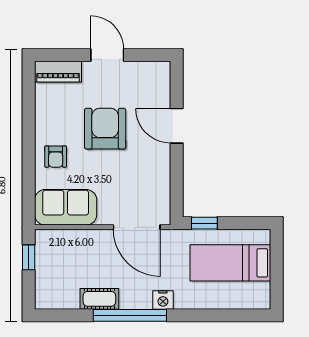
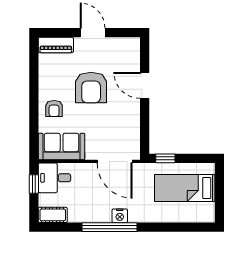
armchair: (105, 129) -> (91, 88), turned 180
desk: (56, 249) -> (54, 178), added
cot: (99, 299) -> (53, 215), moved
nightstand: (163, 300) -> (120, 216), moved

